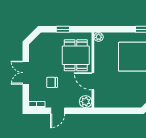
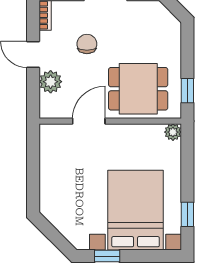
window: (63, 29) -> (187, 91), moved
plant: (86, 102) -> (51, 82), moved

